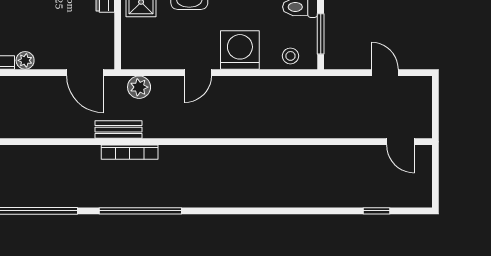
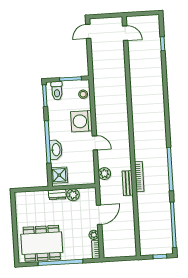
plant: (103, 26) -> (73, 195), added
door: (85, 73) -> (99, 215), moved
door: (385, 73) -> (88, 31), moved
door: (400, 142) -> (125, 33), hinge flipped

